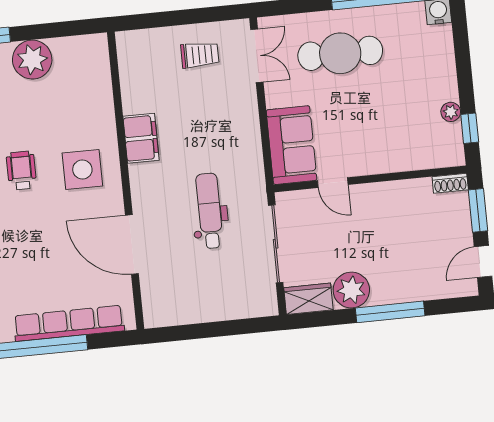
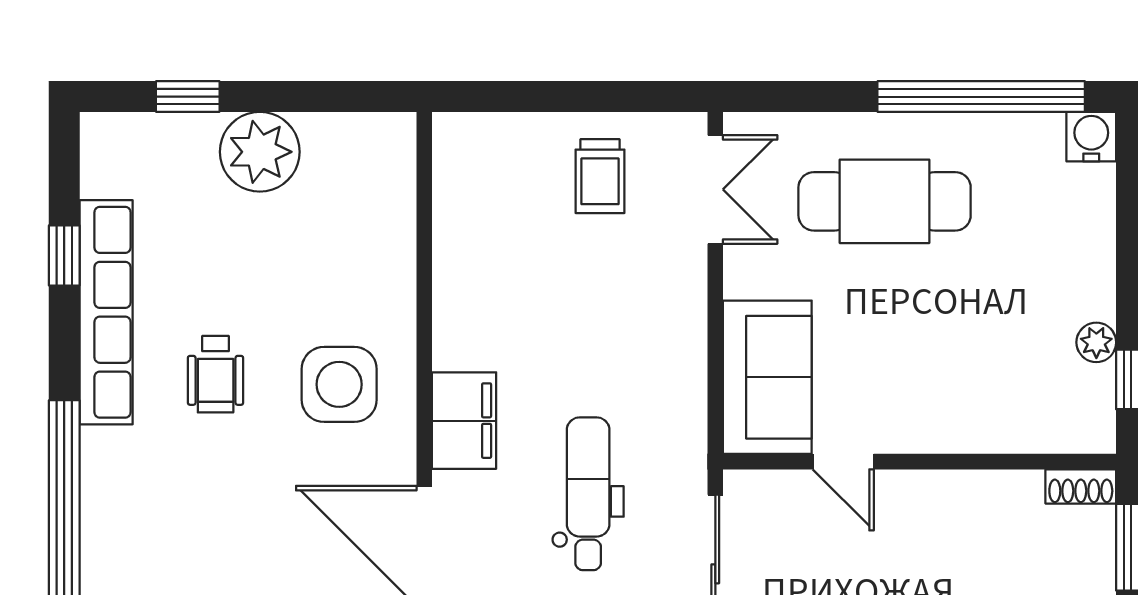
trolley: (200, 55) -> (600, 176), turned 90
filing cabinet: (141, 138) -> (464, 421), moved
wheelchair: (21, 171) -> (216, 374), turned 180

